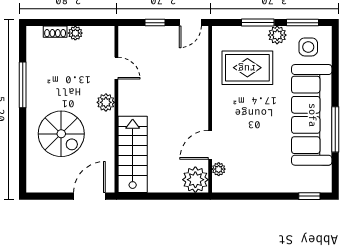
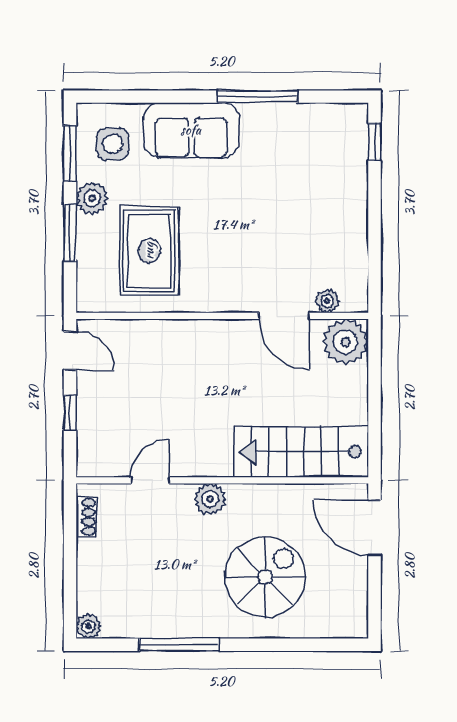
shoe rack: (55, 32) -> (86, 517), moved
plant: (75, 33) -> (88, 626), moved
sofa: (312, 115) -> (191, 130), width x0.54, depth x0.79

